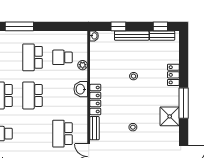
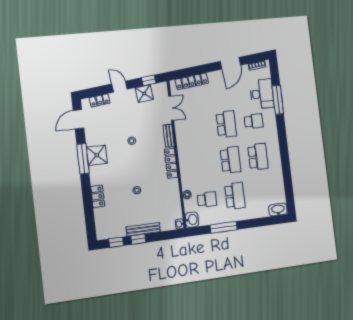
window: (19, 26) -> (224, 227), moved
window: (118, 26) -> (138, 239), moved
bench: (162, 36) -> (113, 233), removed
washbasin: (81, 89) -> (192, 220), moved
window: (184, 103) -> (83, 159), moved
school desk: (62, 134) -> (226, 124), moved

